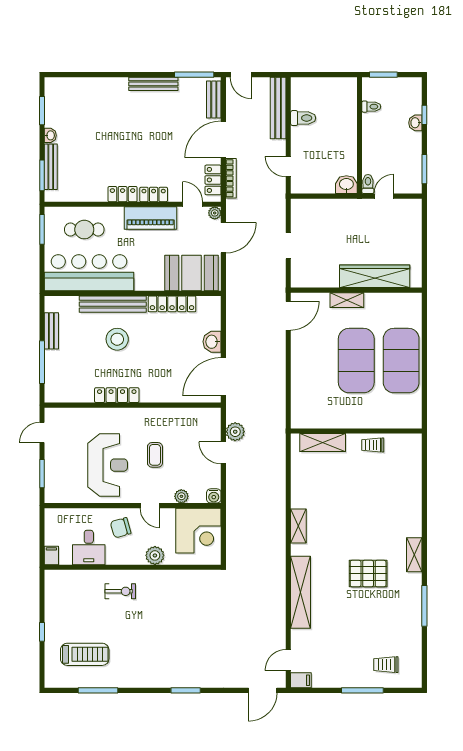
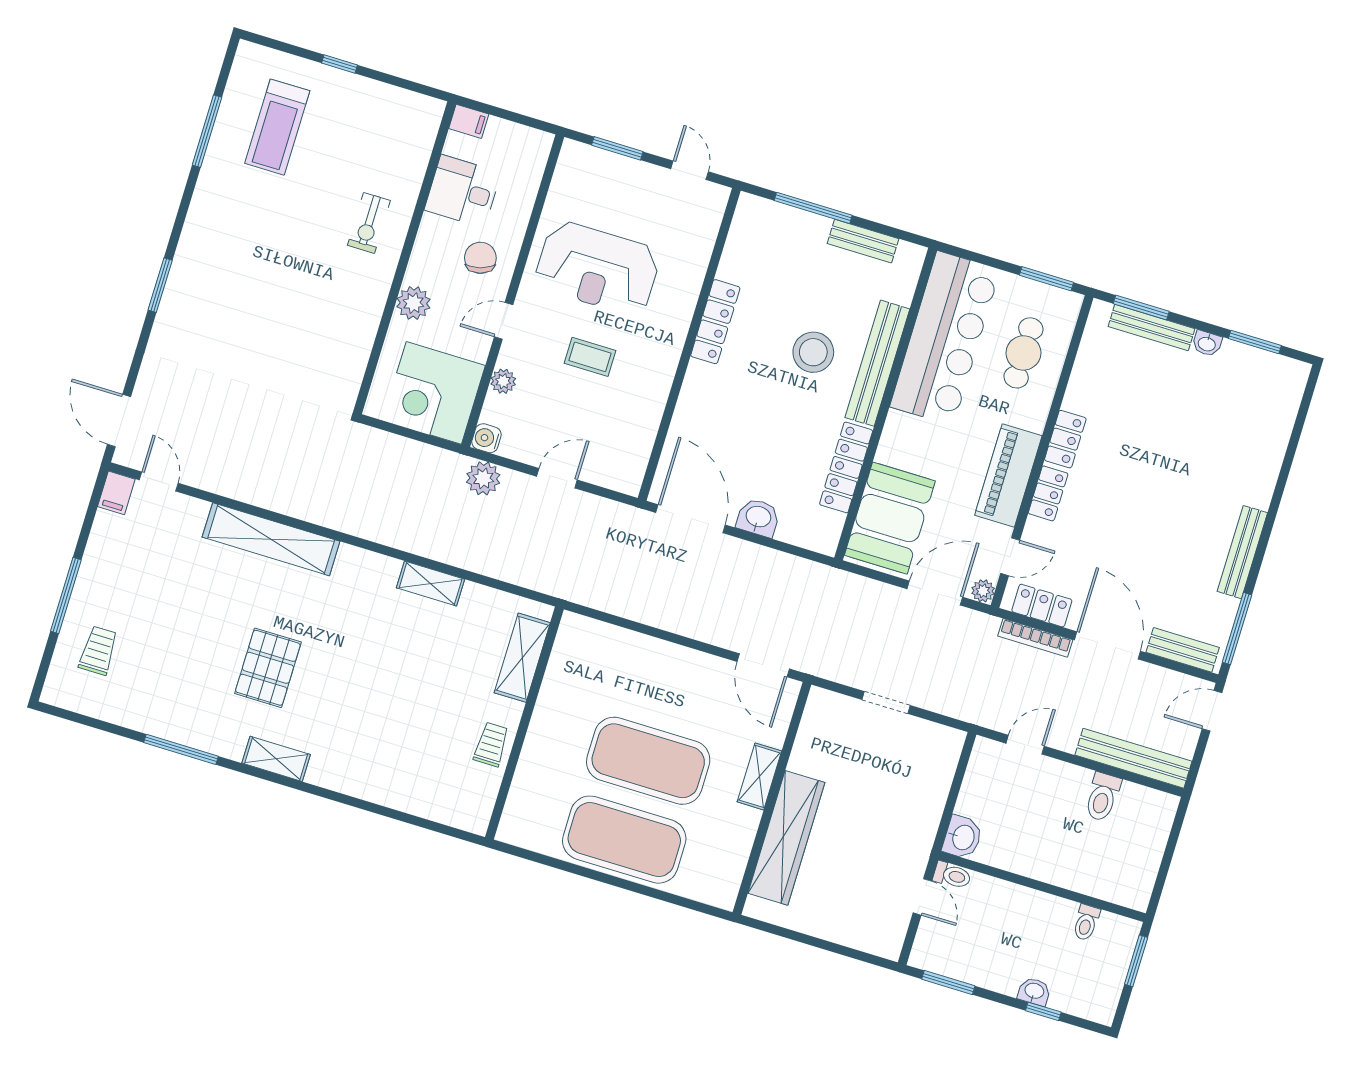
door: (223, 238) -> (935, 593), swing flipped
plant: (235, 432) -> (483, 478), moved
shelving: (298, 526) -> (431, 584), moved

